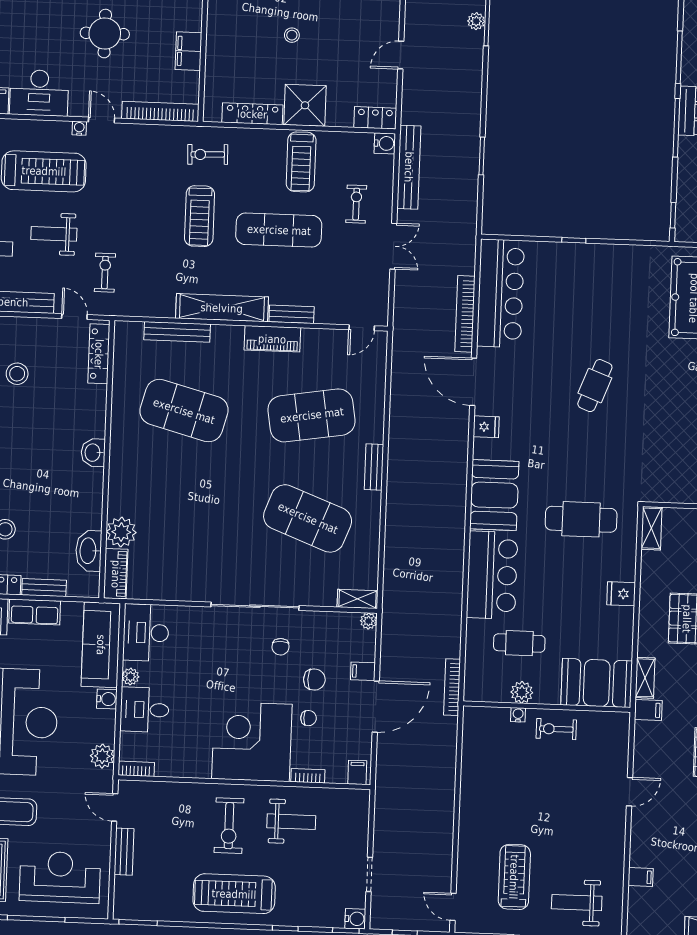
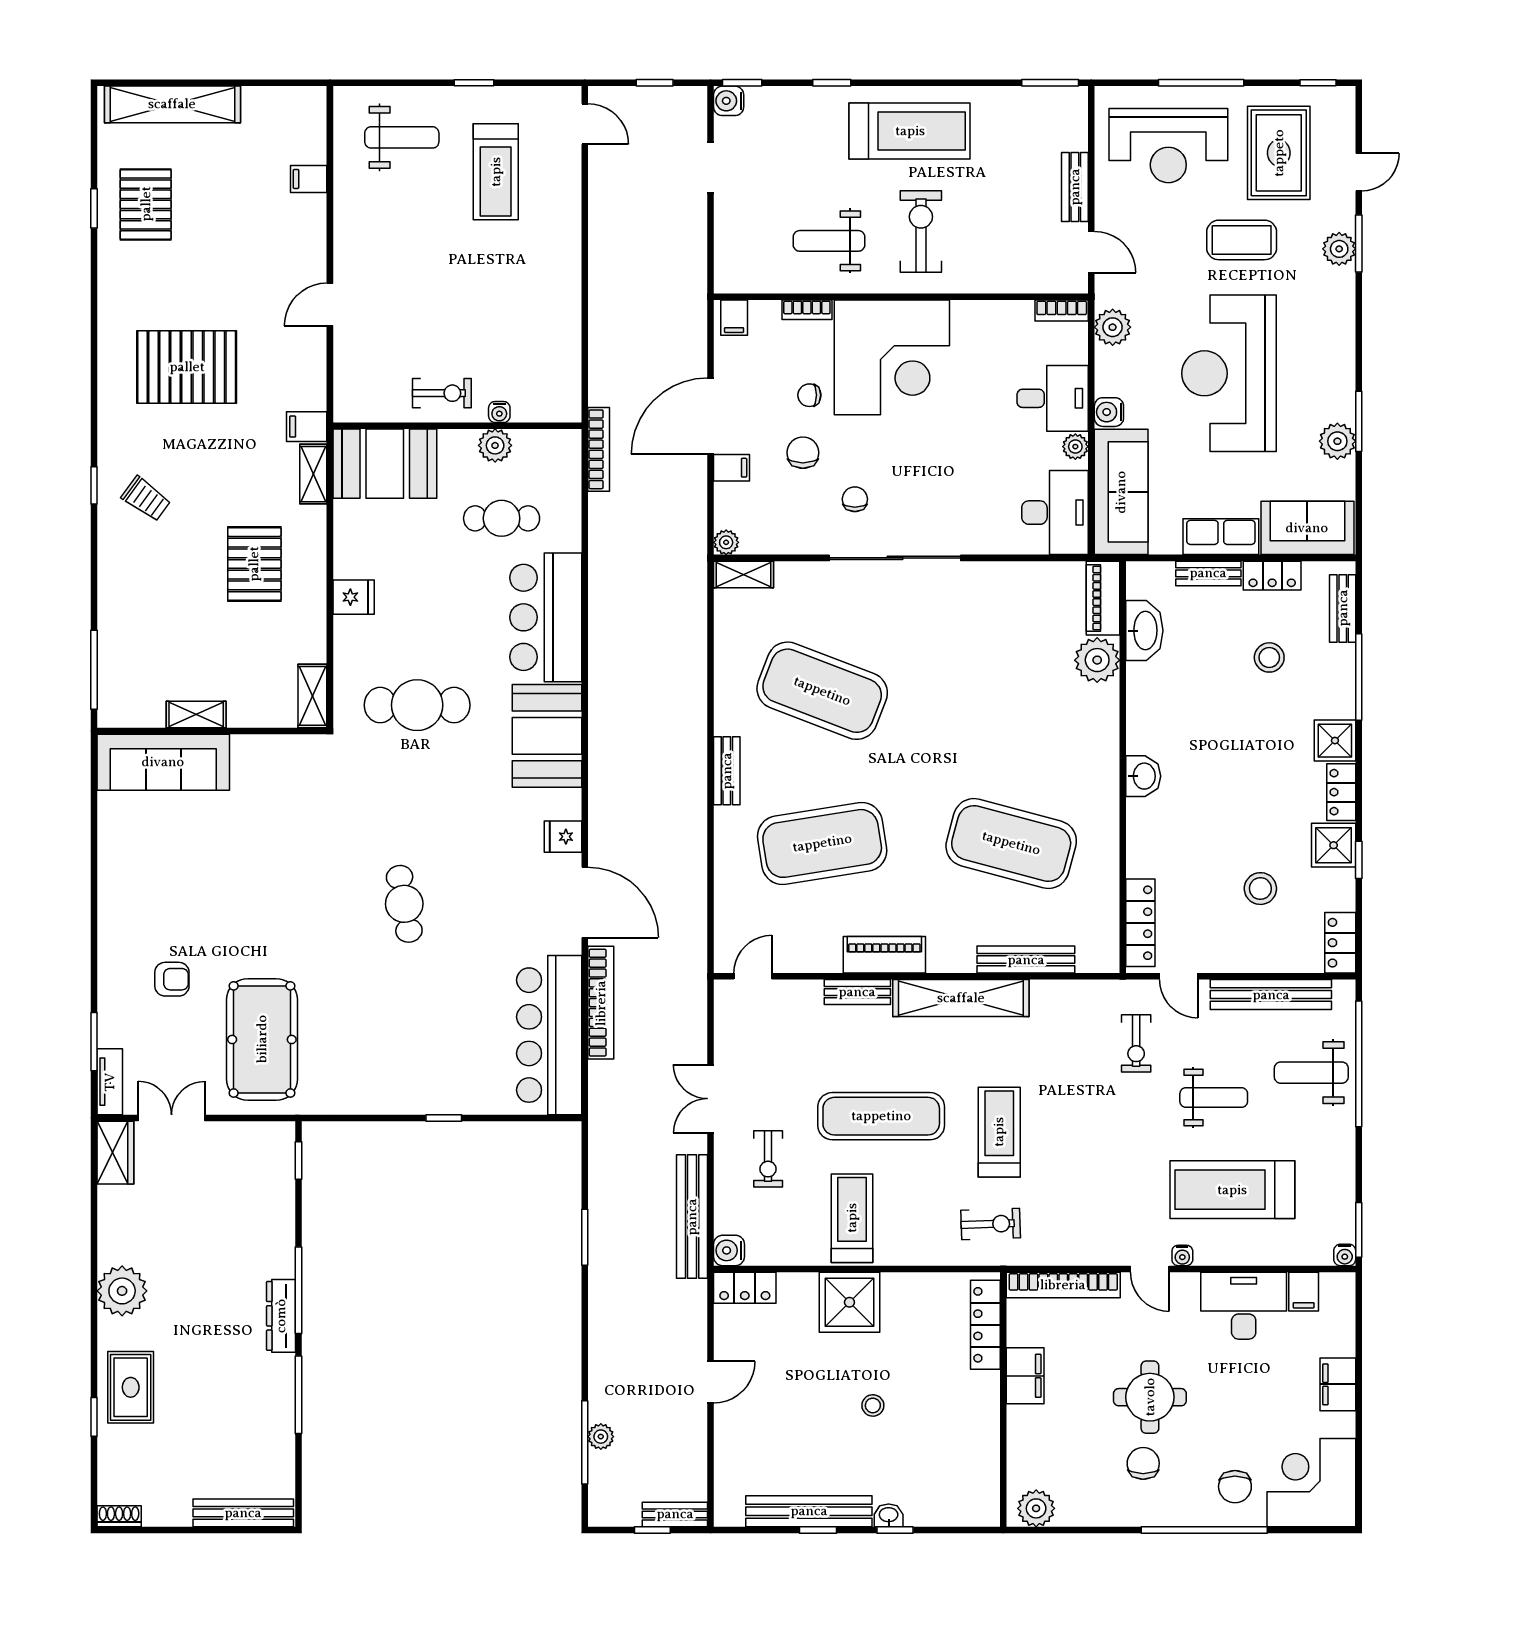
locker: (252, 114) -> (985, 1325), moved, turned 90
cafe table: (595, 386) -> (404, 904), turned -31
chair: (314, 680) -> (803, 453), turned 90

